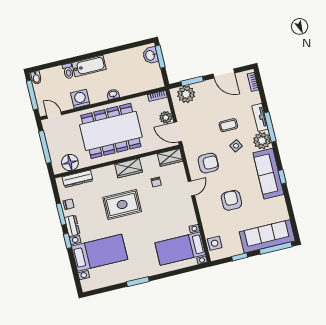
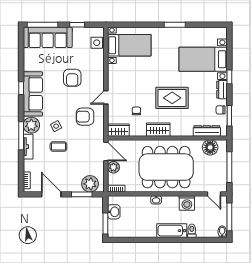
washbasin: (150, 55) -> (114, 212), moved
window: (61, 214) -> (229, 116), moved

